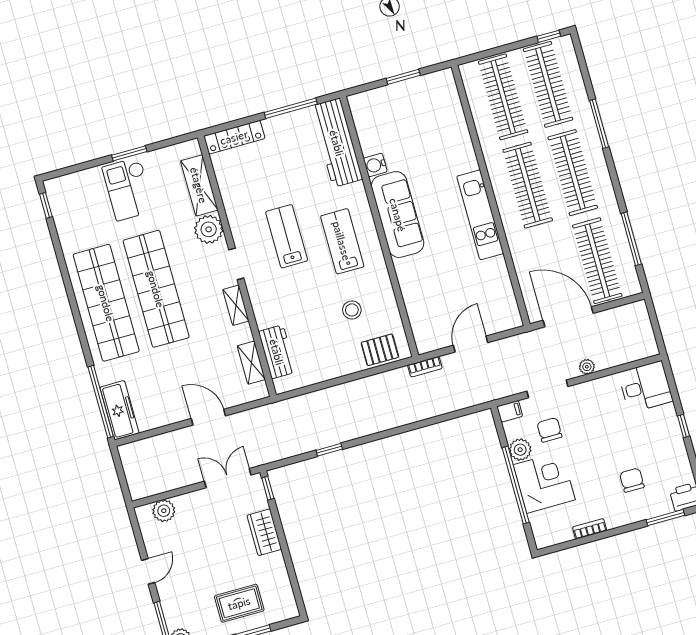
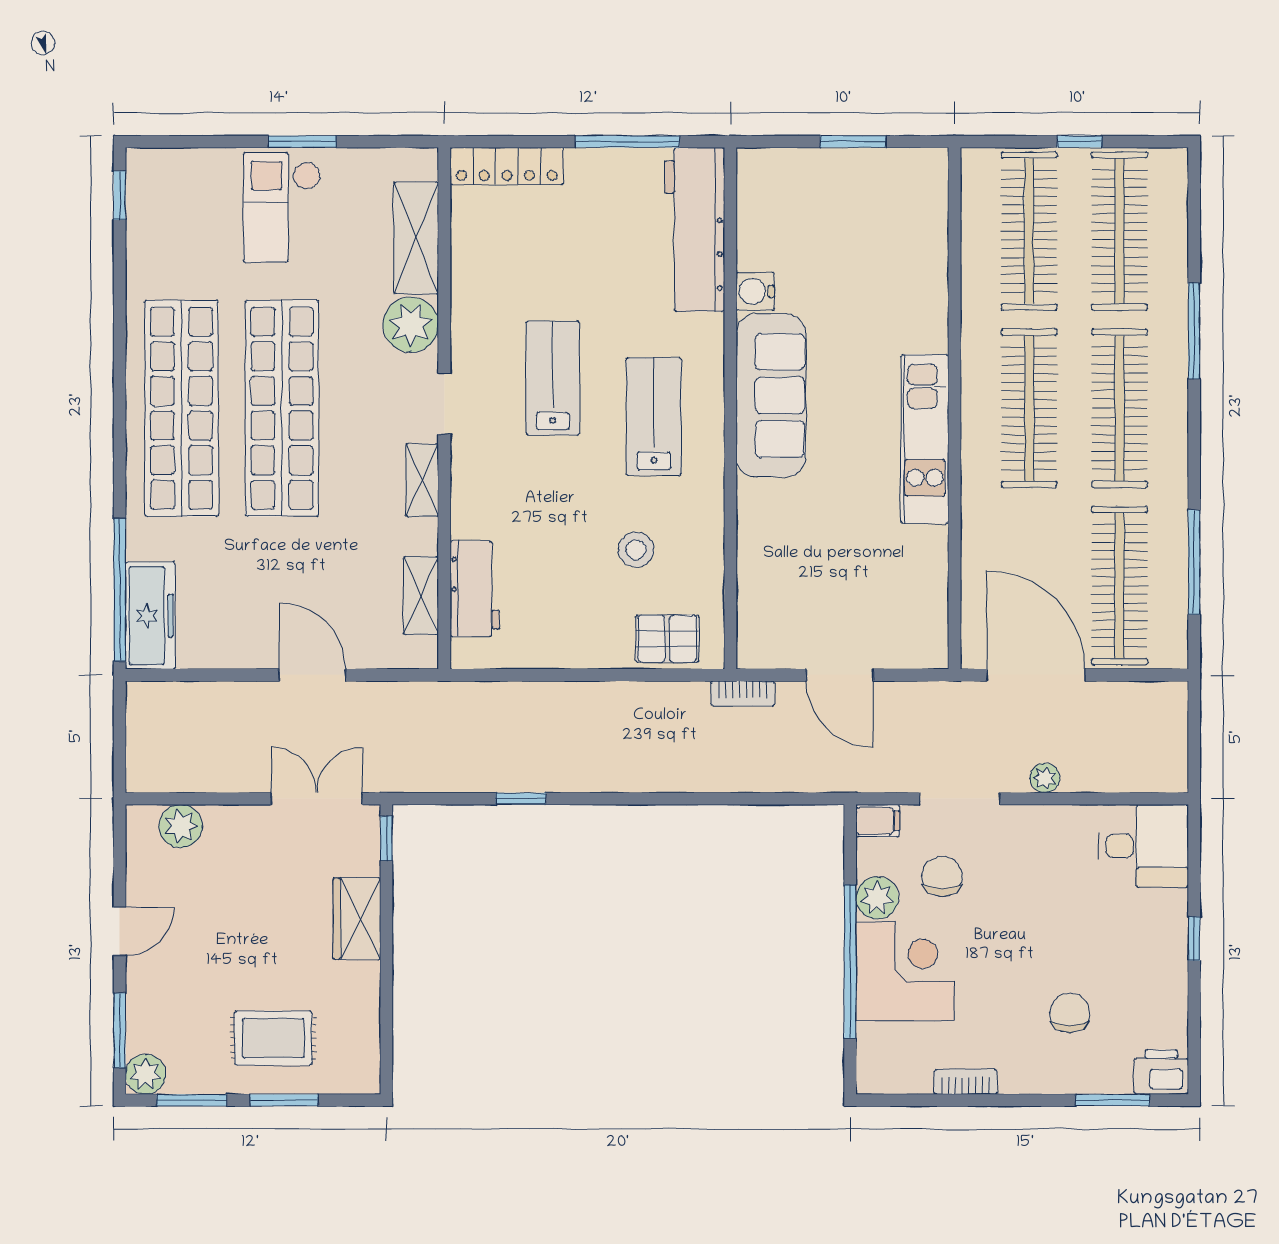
window: (549, 36) -> (1080, 142), moved
door: (471, 344) -> (840, 675), swing flipped

